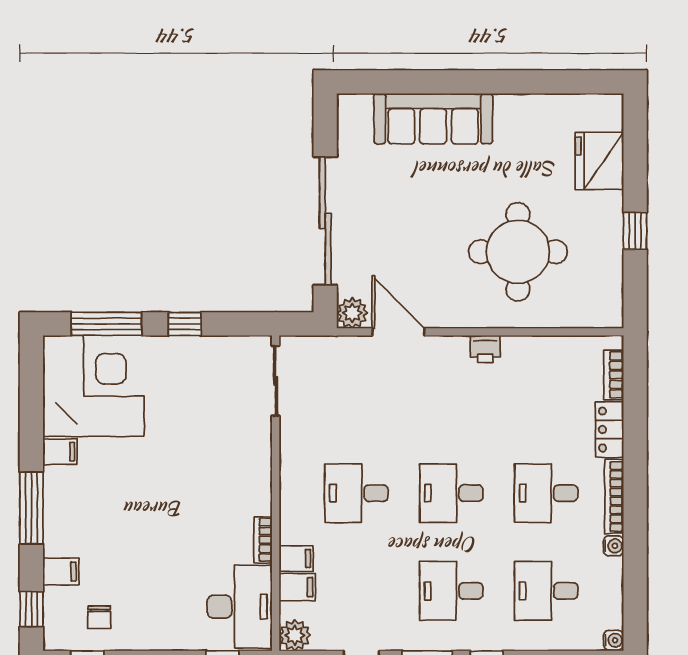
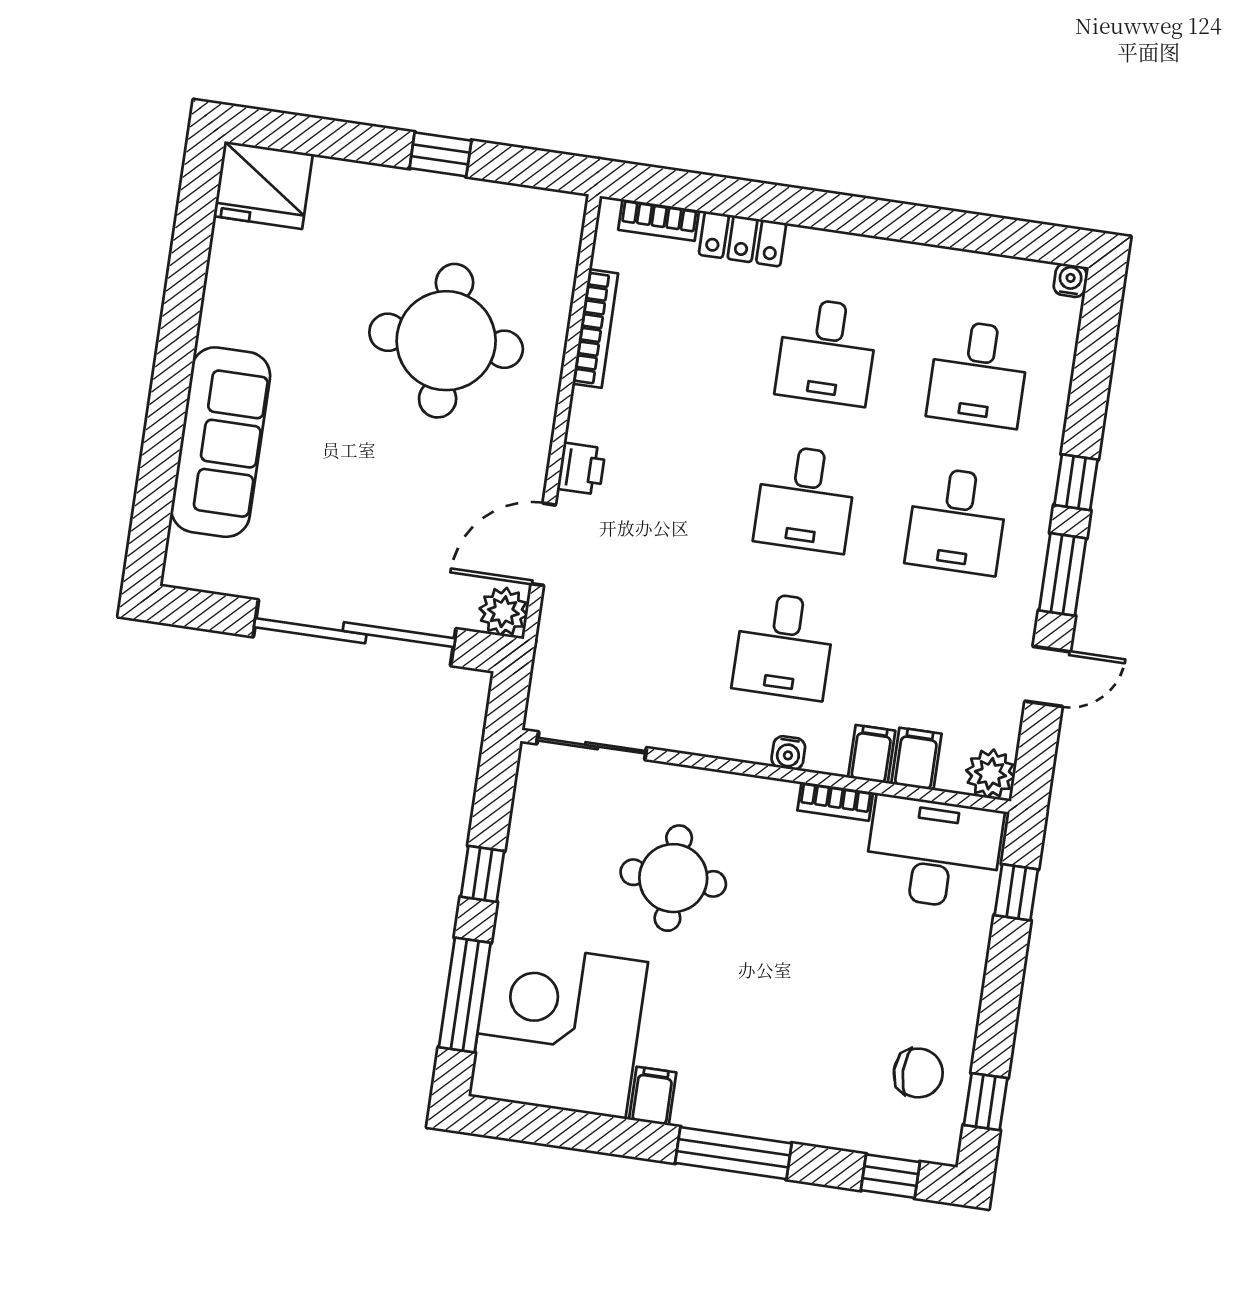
fridge: (599, 161) -> (263, 185), moved
printer: (485, 349) -> (581, 469), moved
round table: (200, 445) -> (673, 878), added
bookcase: (614, 497) -> (595, 329), moved, turned -90
water cooler: (613, 546) -> (788, 753), moved, turned 180
filing cabinet: (61, 572) -> (839, 1122), removed
chair: (99, 617) -> (918, 1073), width x1.37, depth x1.37

